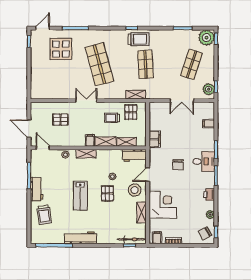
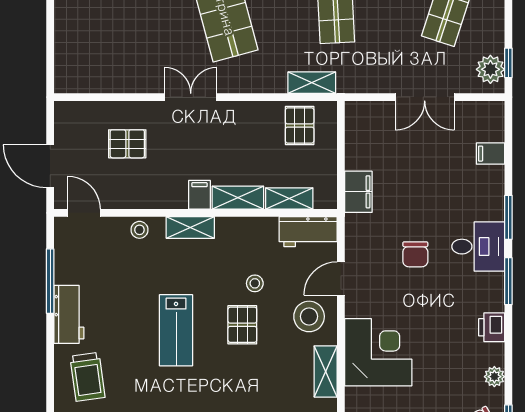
trolley: (112, 118) -> (253, 140), removed

